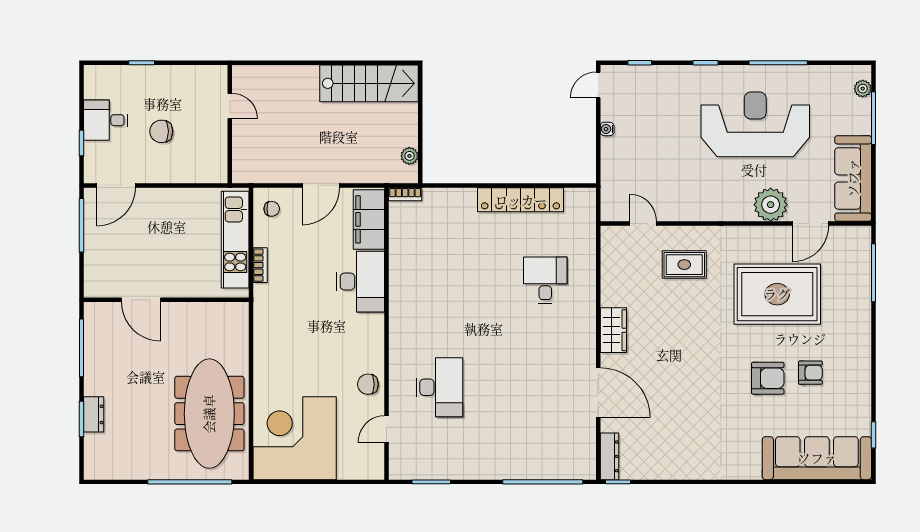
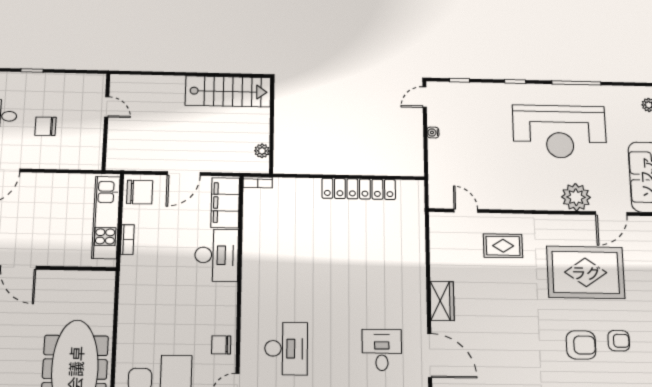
reception desk: (755, 124) -> (559, 132), turned 180
chair: (272, 209) -> (140, 192), width x1.87, depth x1.87
desk: (545, 280) -> (382, 350), moved

